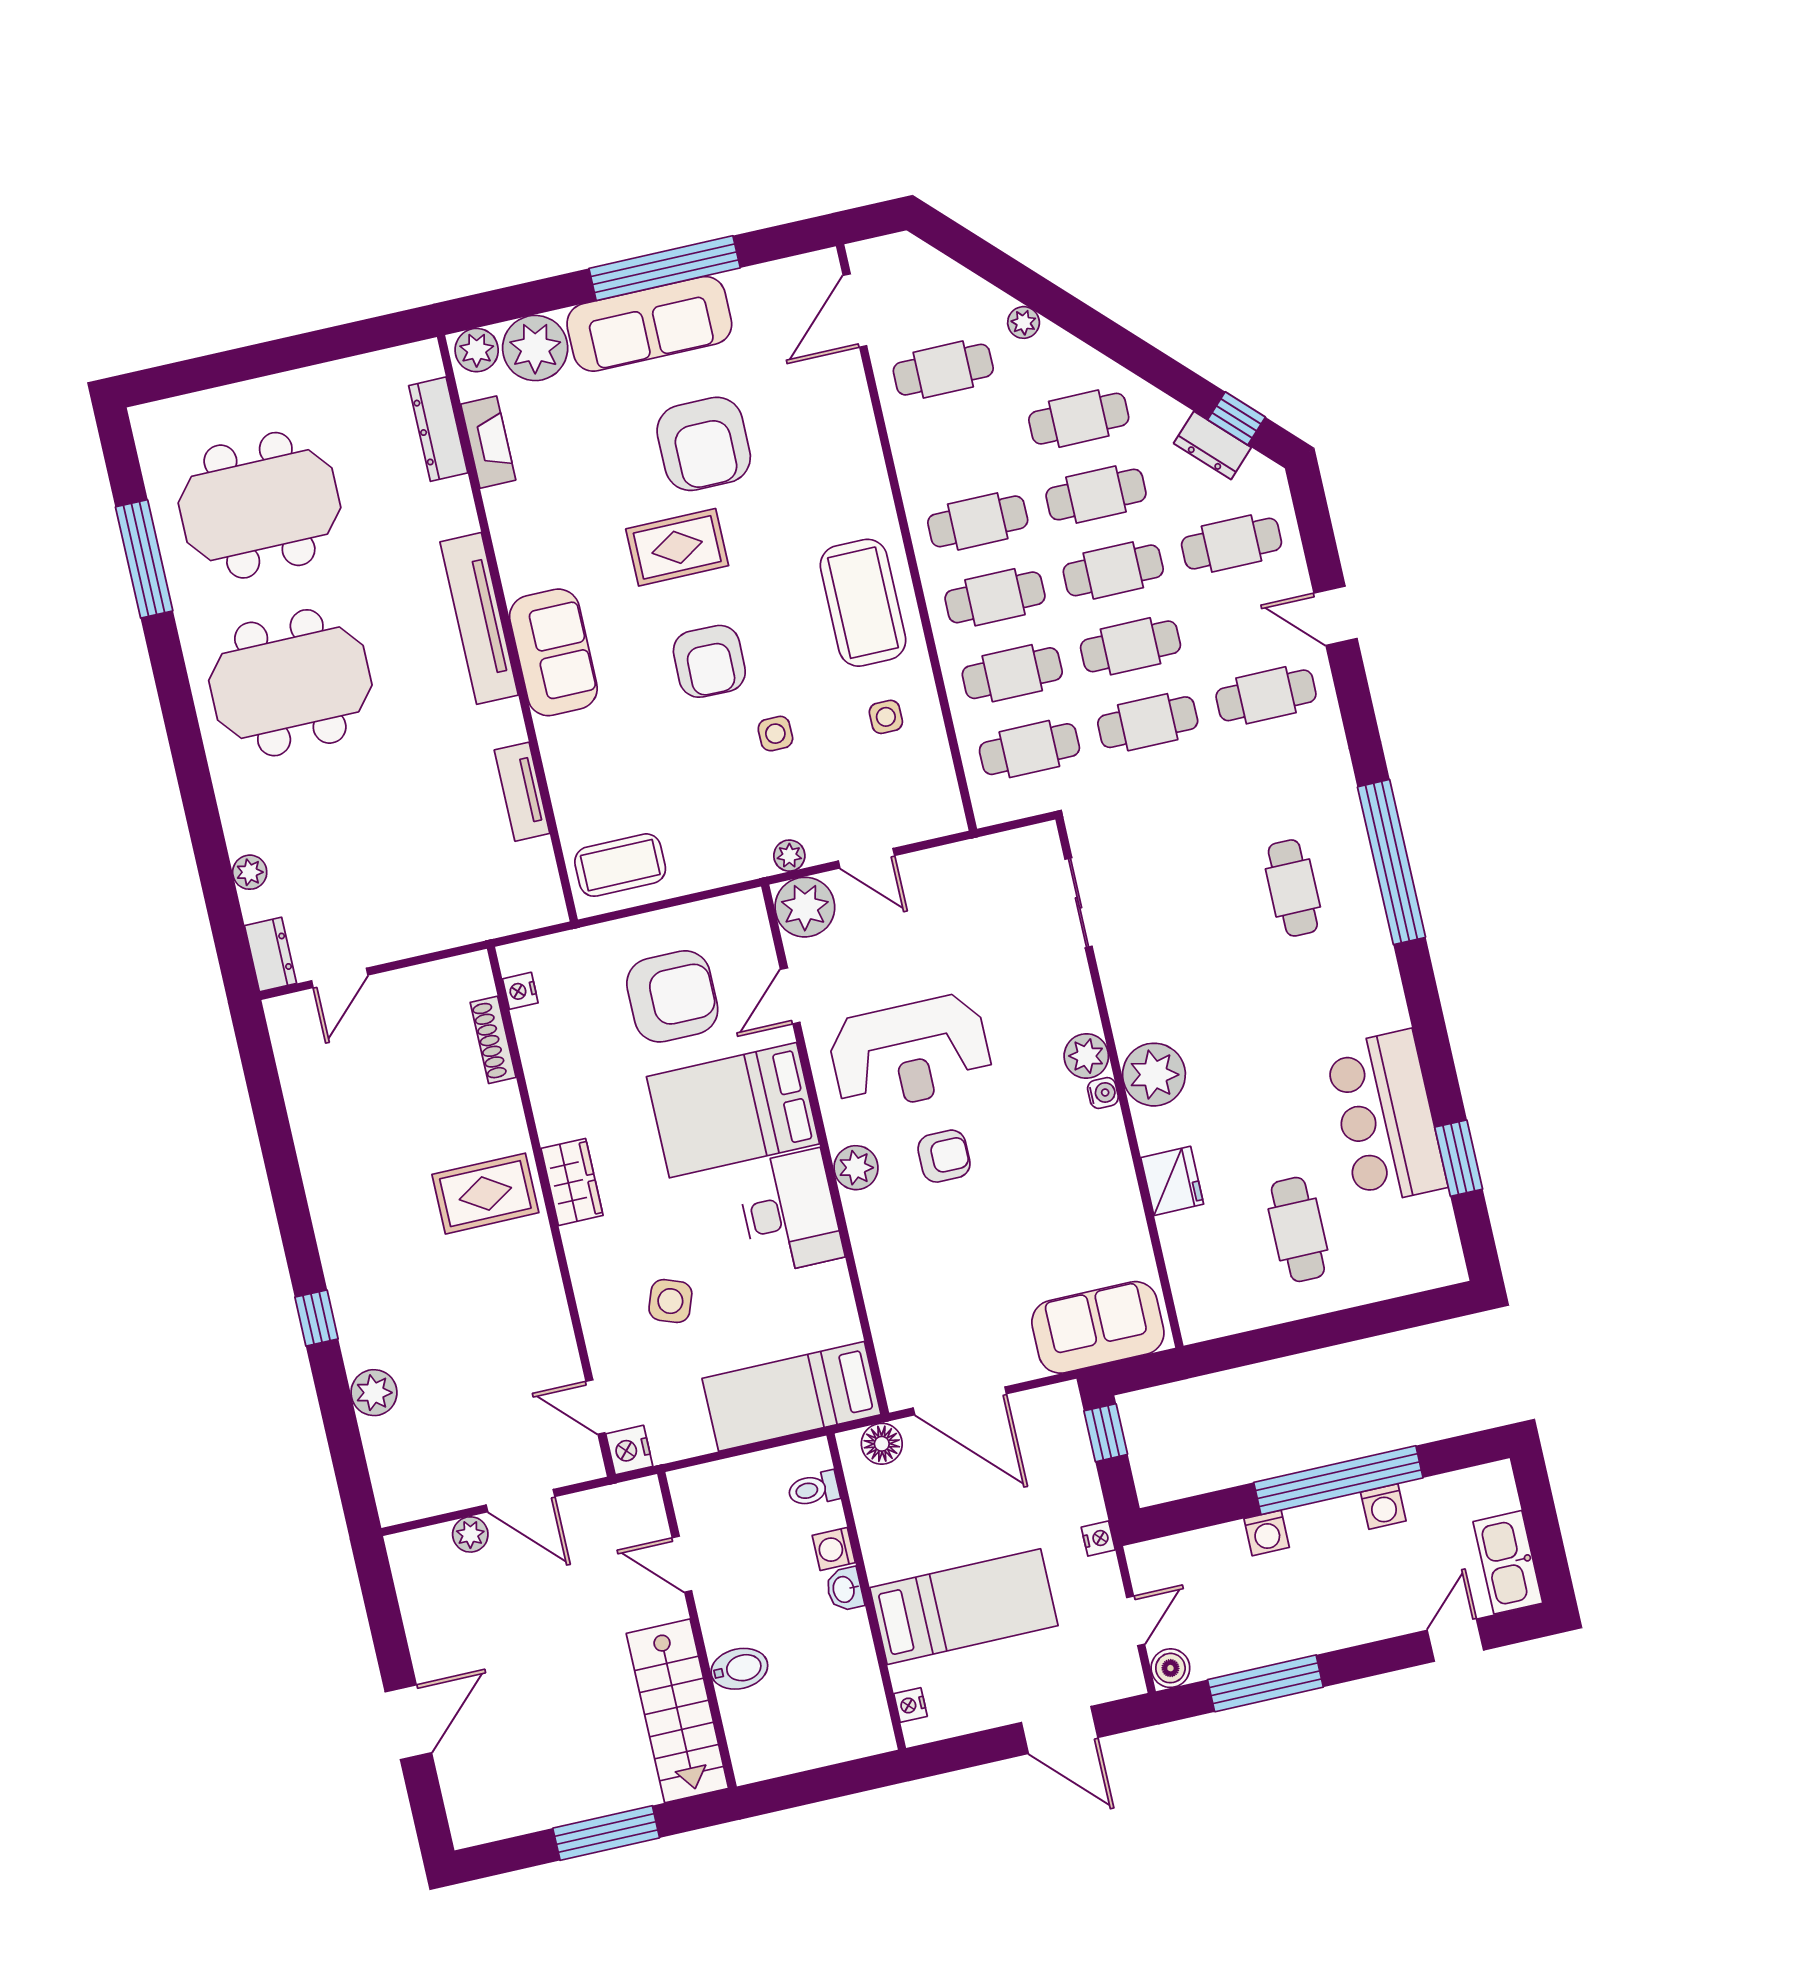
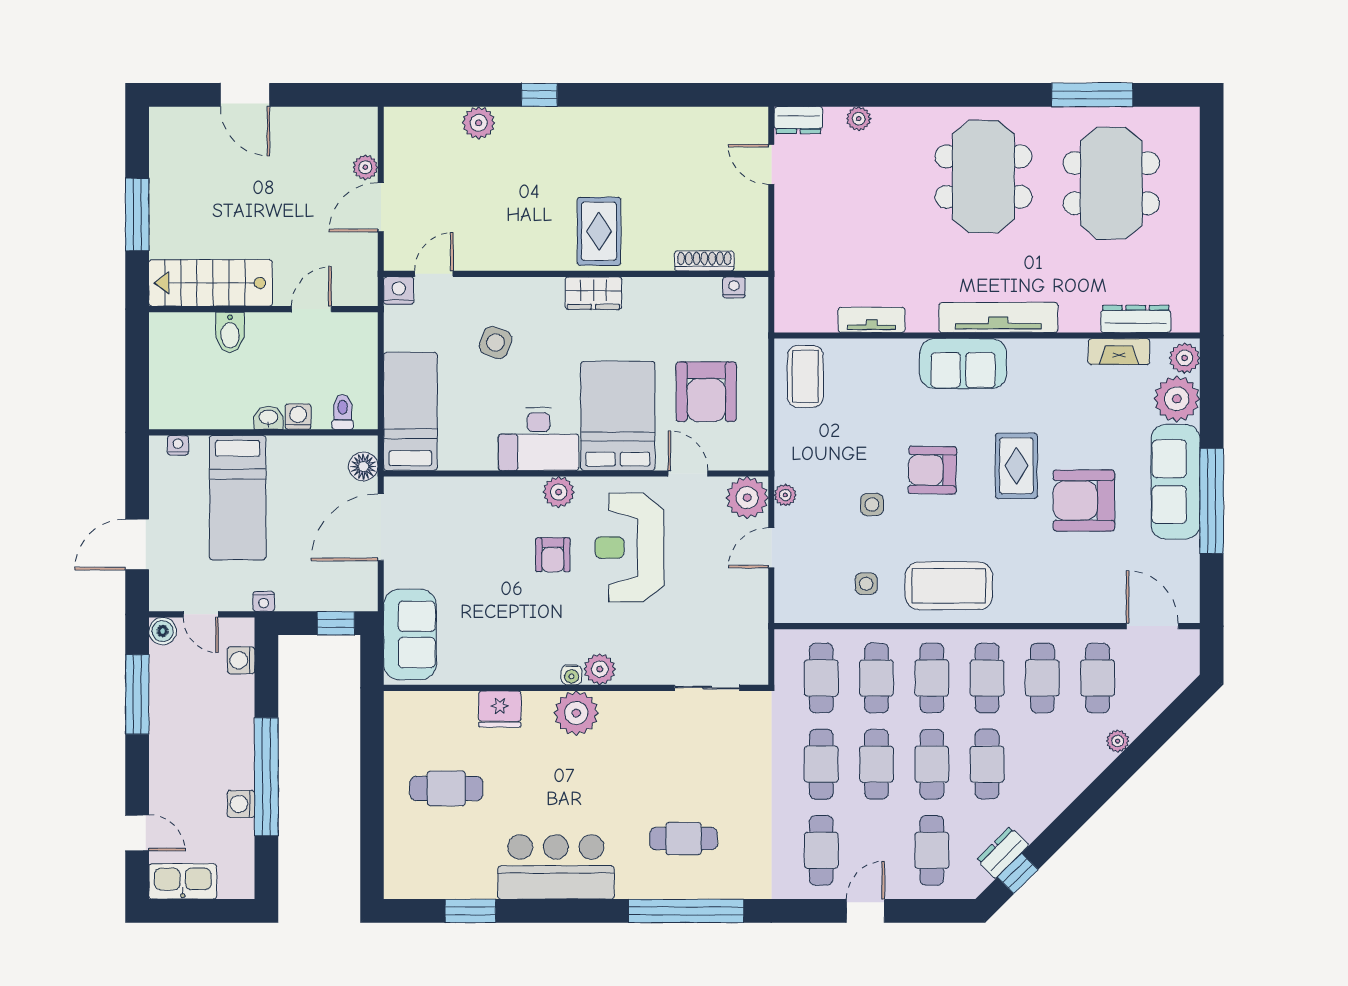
cafe table: (1079, 419) -> (1042, 678), moved
bar counter: (1386, 1118) -> (556, 867), moved
washing machine: (1267, 1533) -> (241, 660), moved

